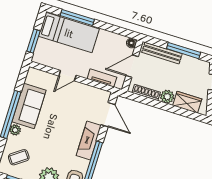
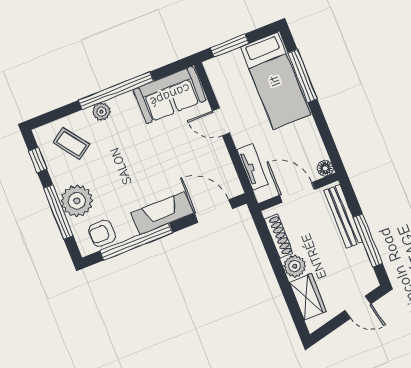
sofa: (29, 106) -> (170, 95), moved
door: (108, 115) -> (213, 211), swing flipped

